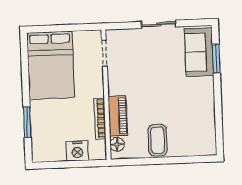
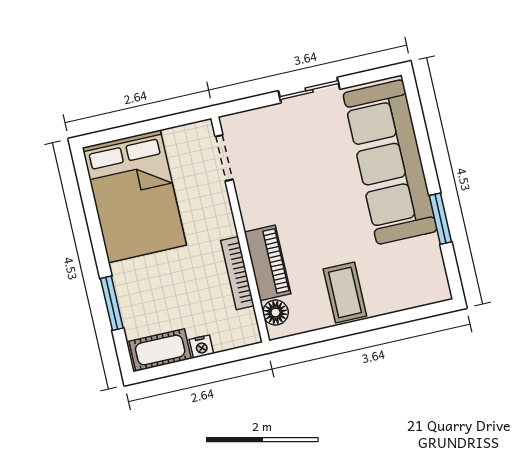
sofa: (199, 52) -> (390, 162), width x1.85, depth x1.27
window: (216, 58) -> (440, 219), moved
nightstand: (77, 151) -> (201, 347), width x0.53, depth x0.56
cot: (49, 153) -> (160, 350), added

